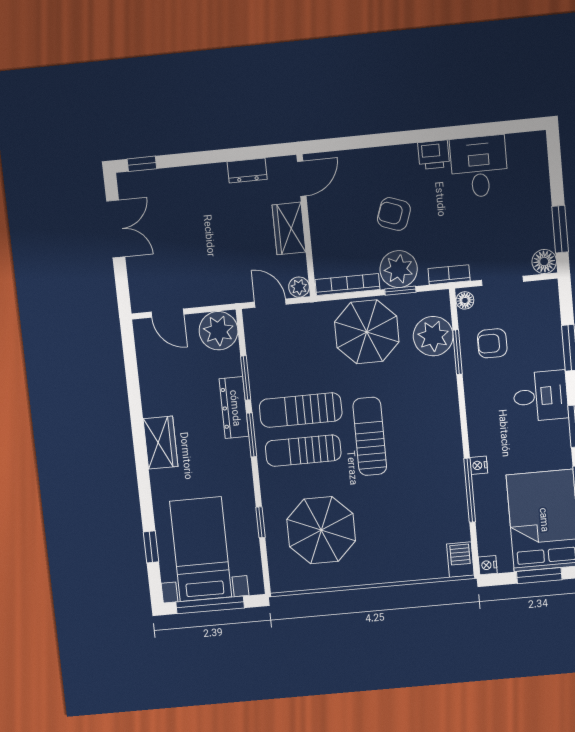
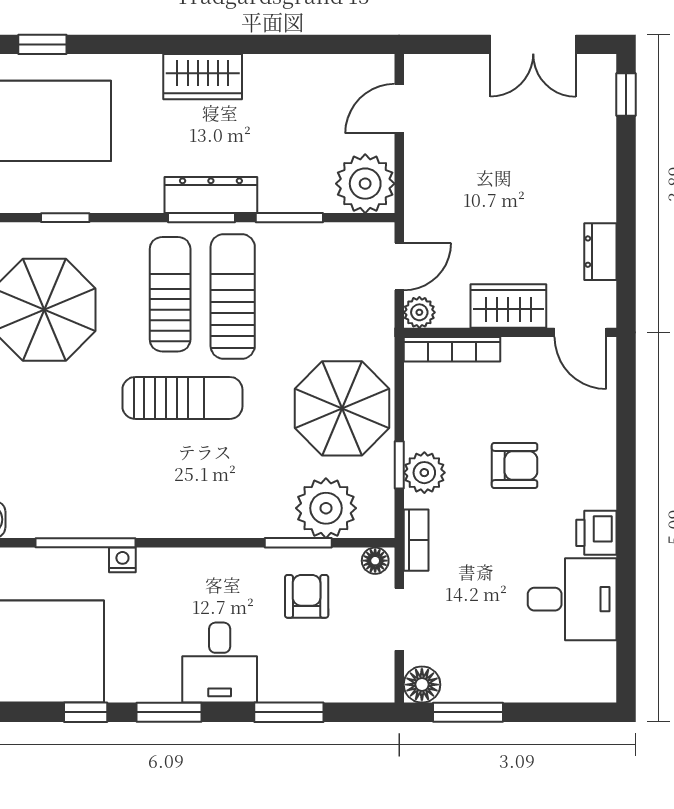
armchair: (394, 214) -> (515, 465), turned 70
plant: (399, 269) -> (424, 473), width x0.73, depth x0.73
bookcase: (348, 284) -> (452, 349), moved, turned 90
dresser: (234, 408) -> (211, 195), moved

